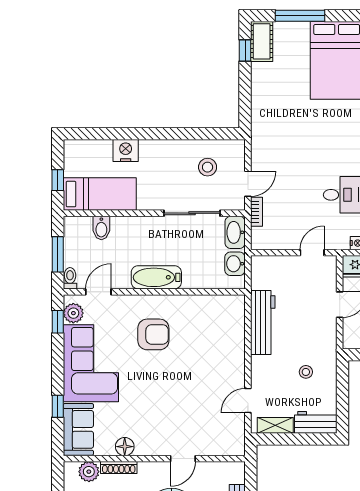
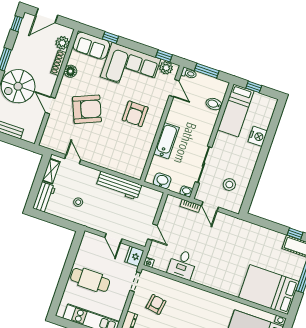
washbasin: (235, 232) -> (186, 191), width x0.52, depth x0.69
bathtub: (156, 277) -> (166, 141), moved
armchair: (170, 405) -> (87, 109), added

